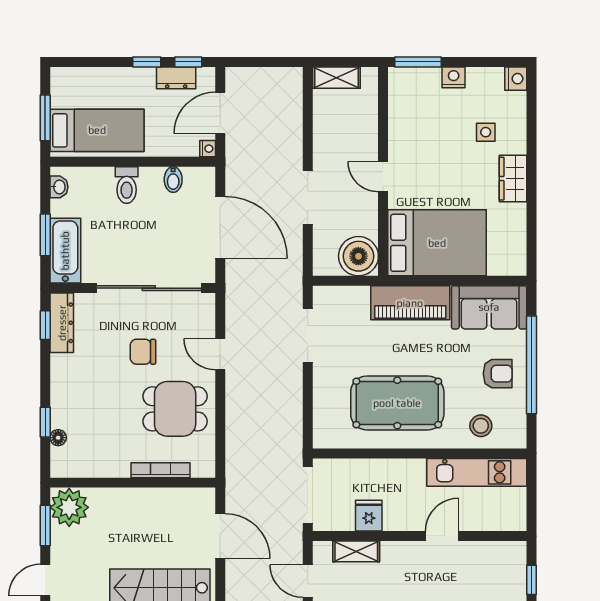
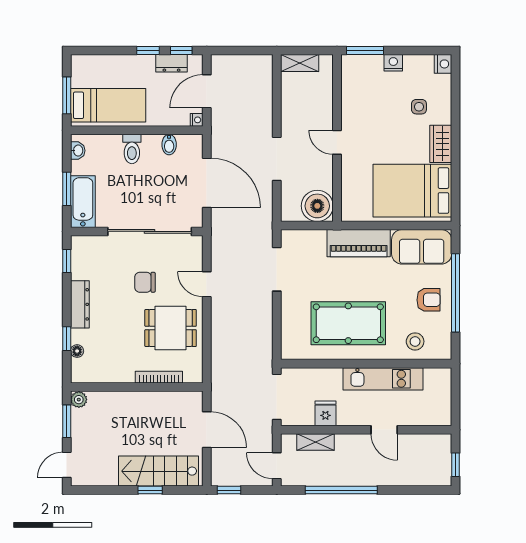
bed: (437, 243) -> (412, 191), moved, turned 180
dresser: (62, 323) -> (80, 304), moved
kitchen unit: (477, 472) -> (383, 379), moved
plant: (69, 507) -> (79, 400), width x0.53, depth x0.53
door: (442, 536) -> (384, 430), swing flipped

